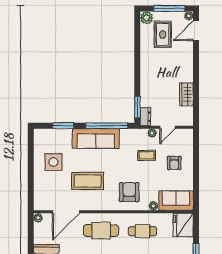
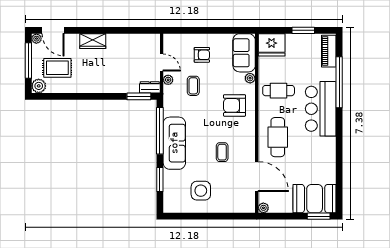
wardrobe: (186, 94) -> (93, 41), moved
coffee table: (88, 181) -> (222, 152), width x0.54, depth x0.58
cafe table: (142, 231) -> (279, 91), turned 90

